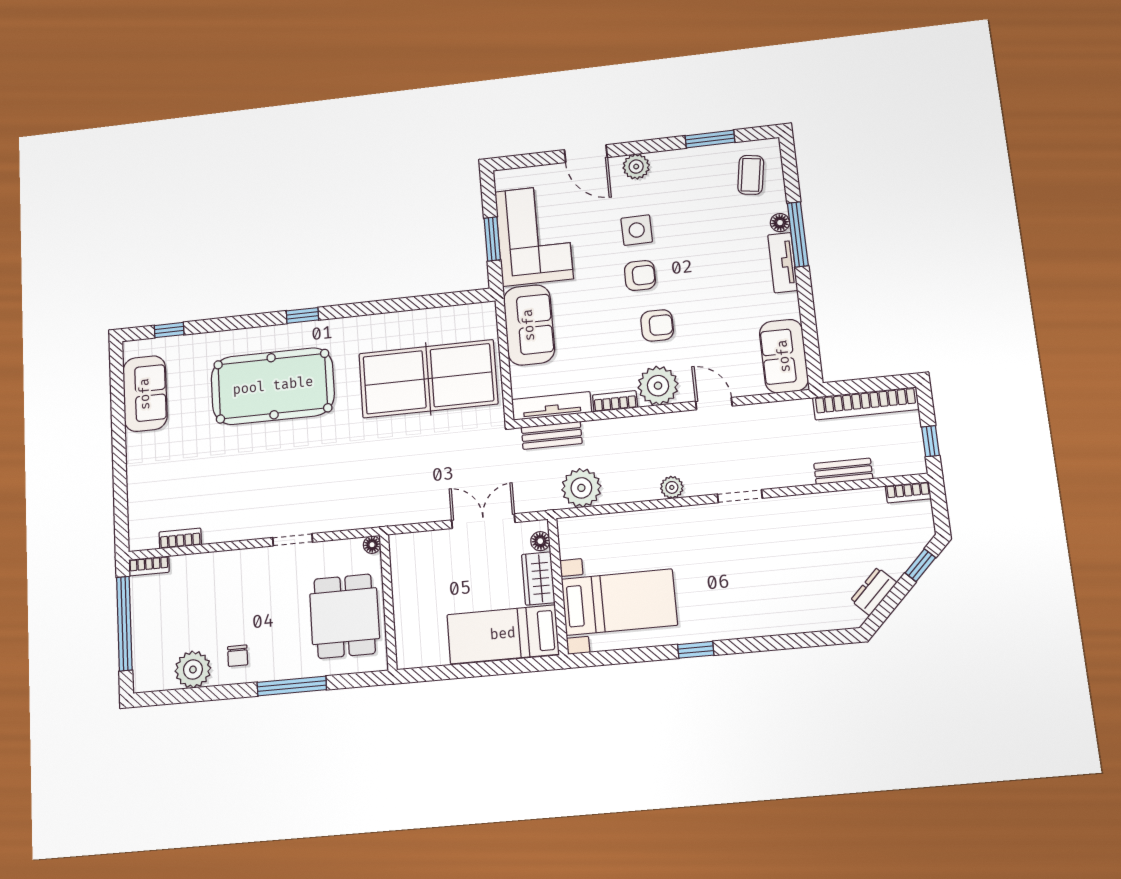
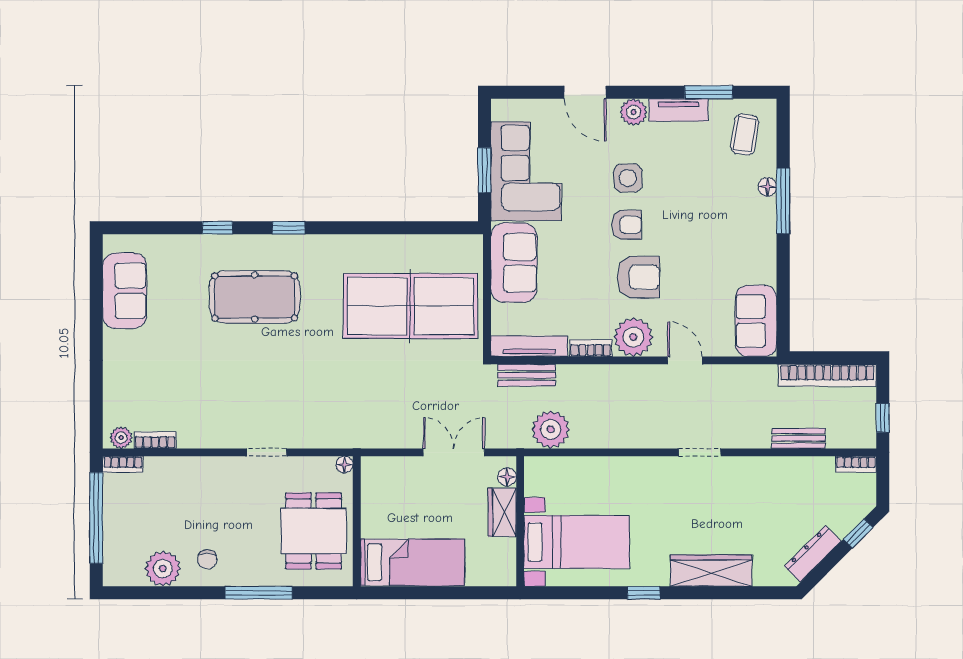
tv unit: (783, 263) -> (679, 110), moved, turned -90
armchair: (657, 325) -> (638, 277), width x1.38, depth x1.38
window: (169, 330) -> (217, 228), moved
pool table: (273, 386) -> (255, 297), width x0.73, depth x0.76
plant: (672, 487) -> (121, 438), moved
dresser: (874, 591) -> (813, 554), width x1.44
wardrobe: (766, 620) -> (711, 571), added
bed: (503, 634) -> (413, 562), moved, turned 180

